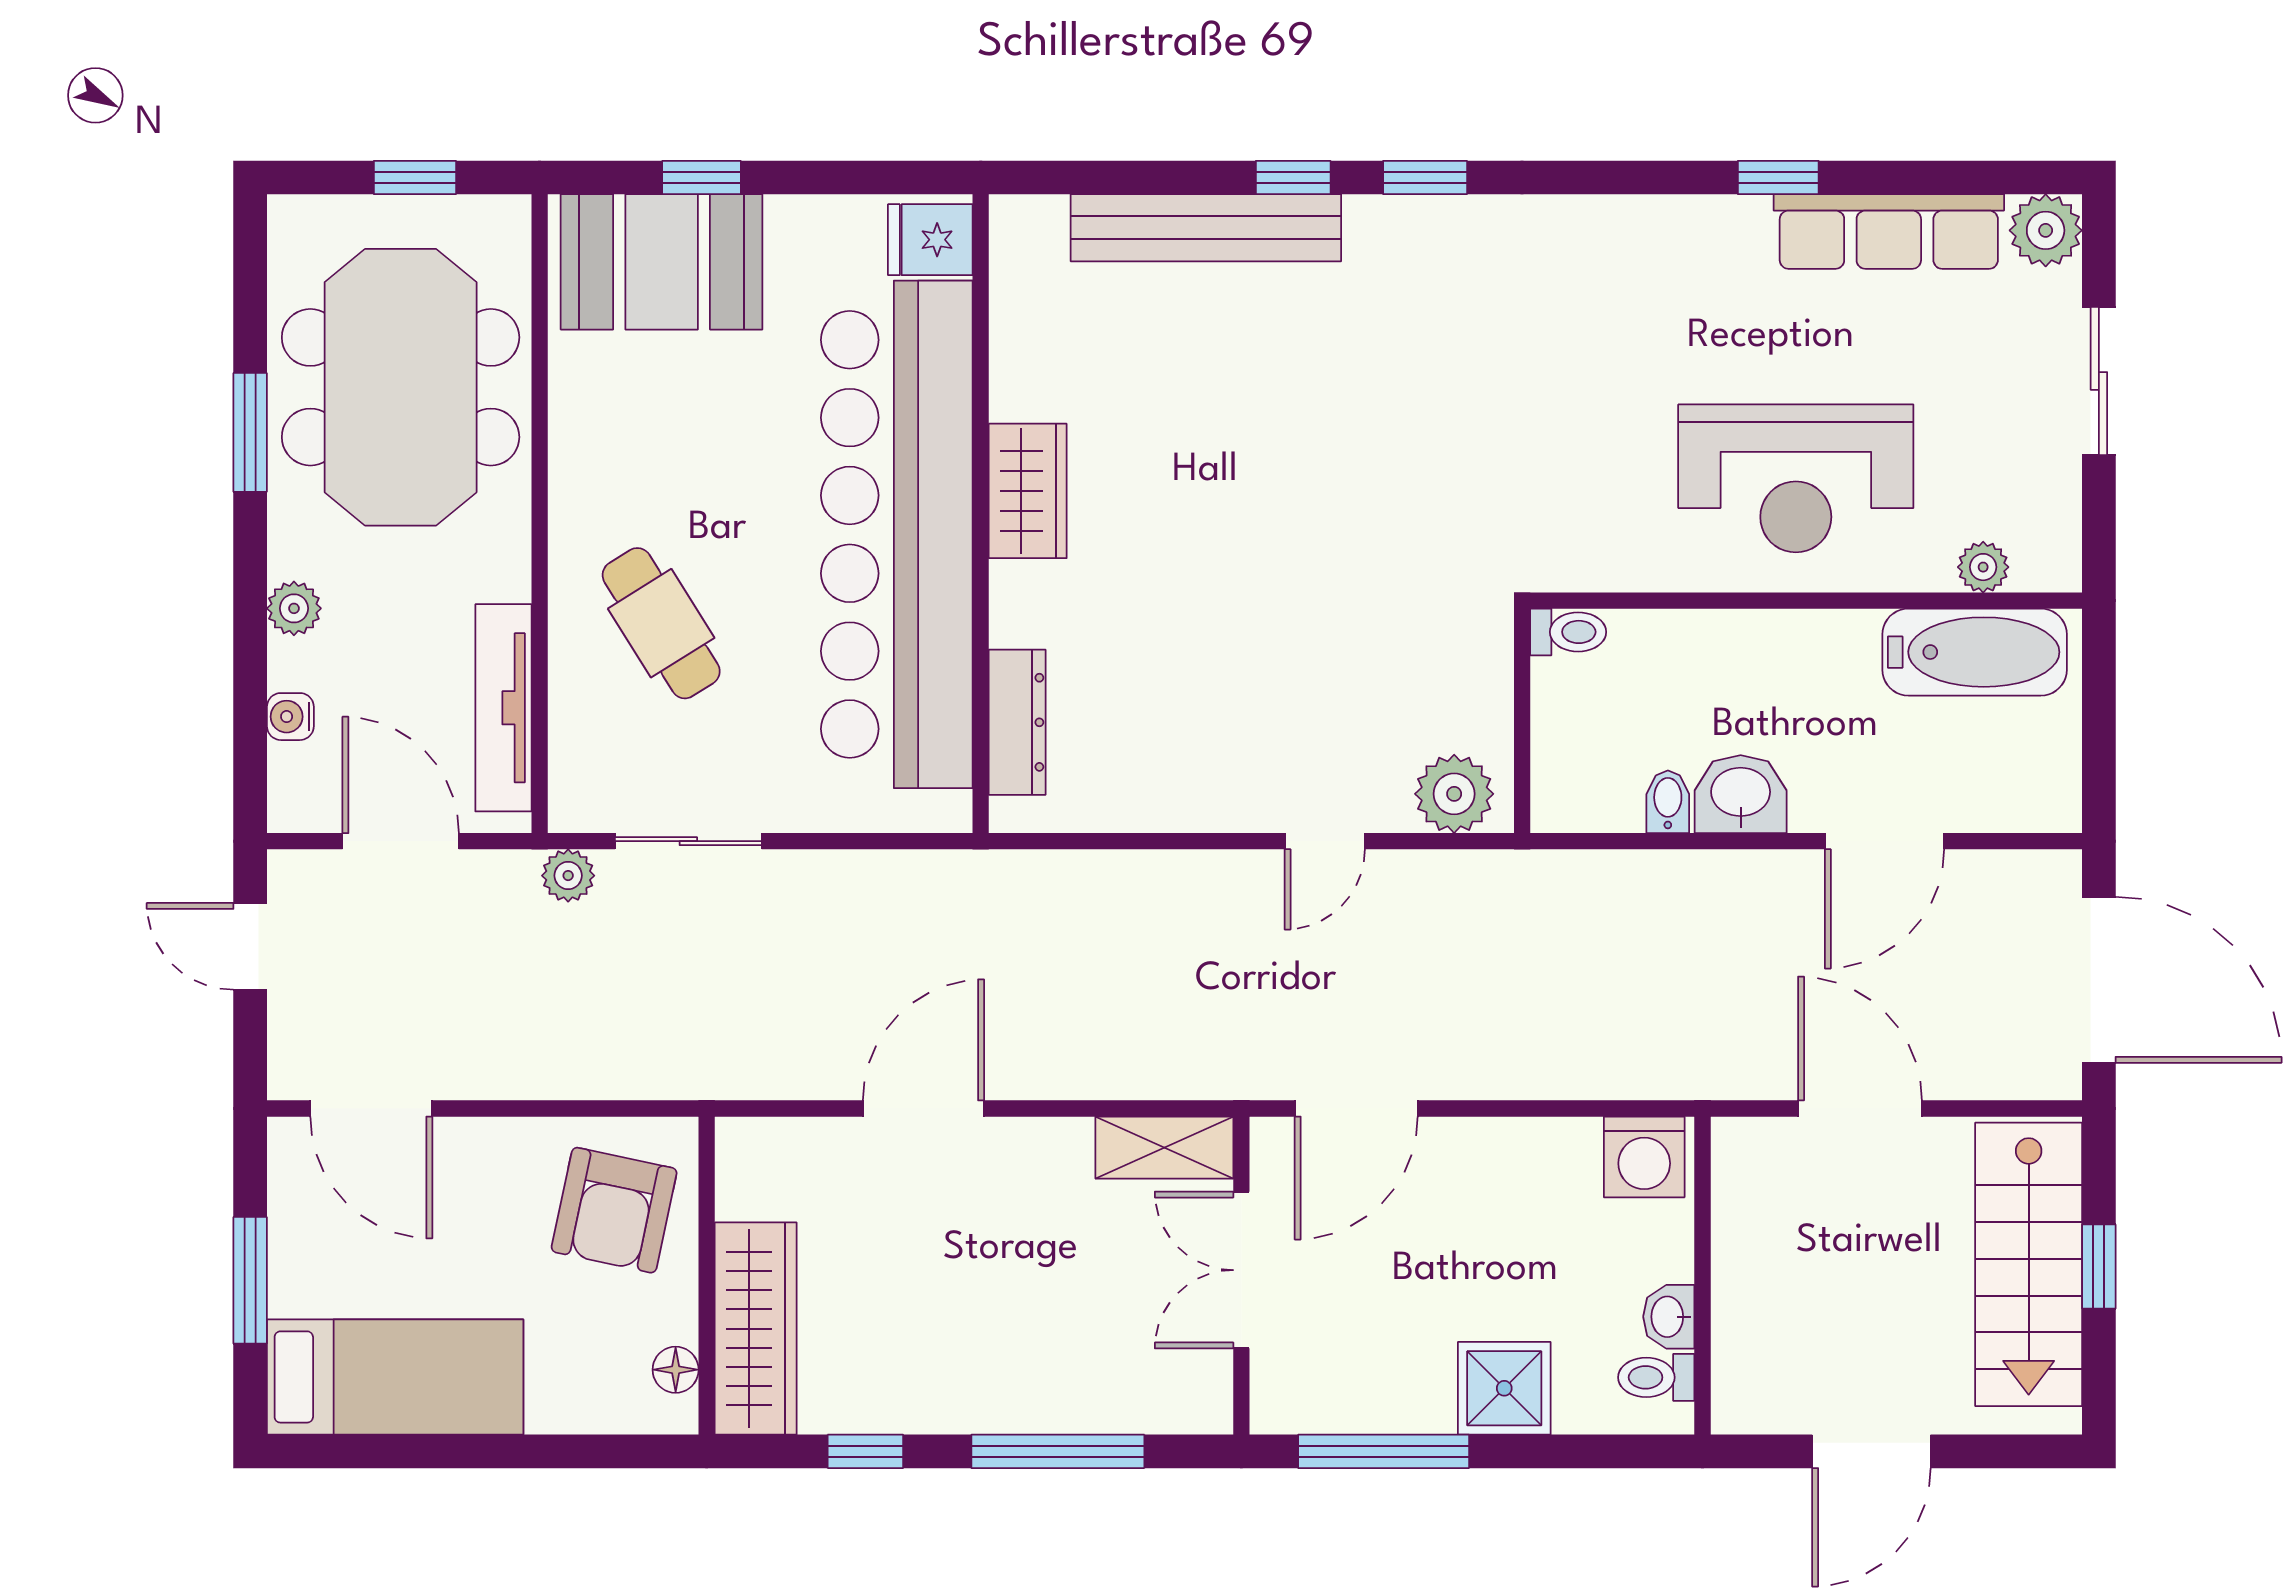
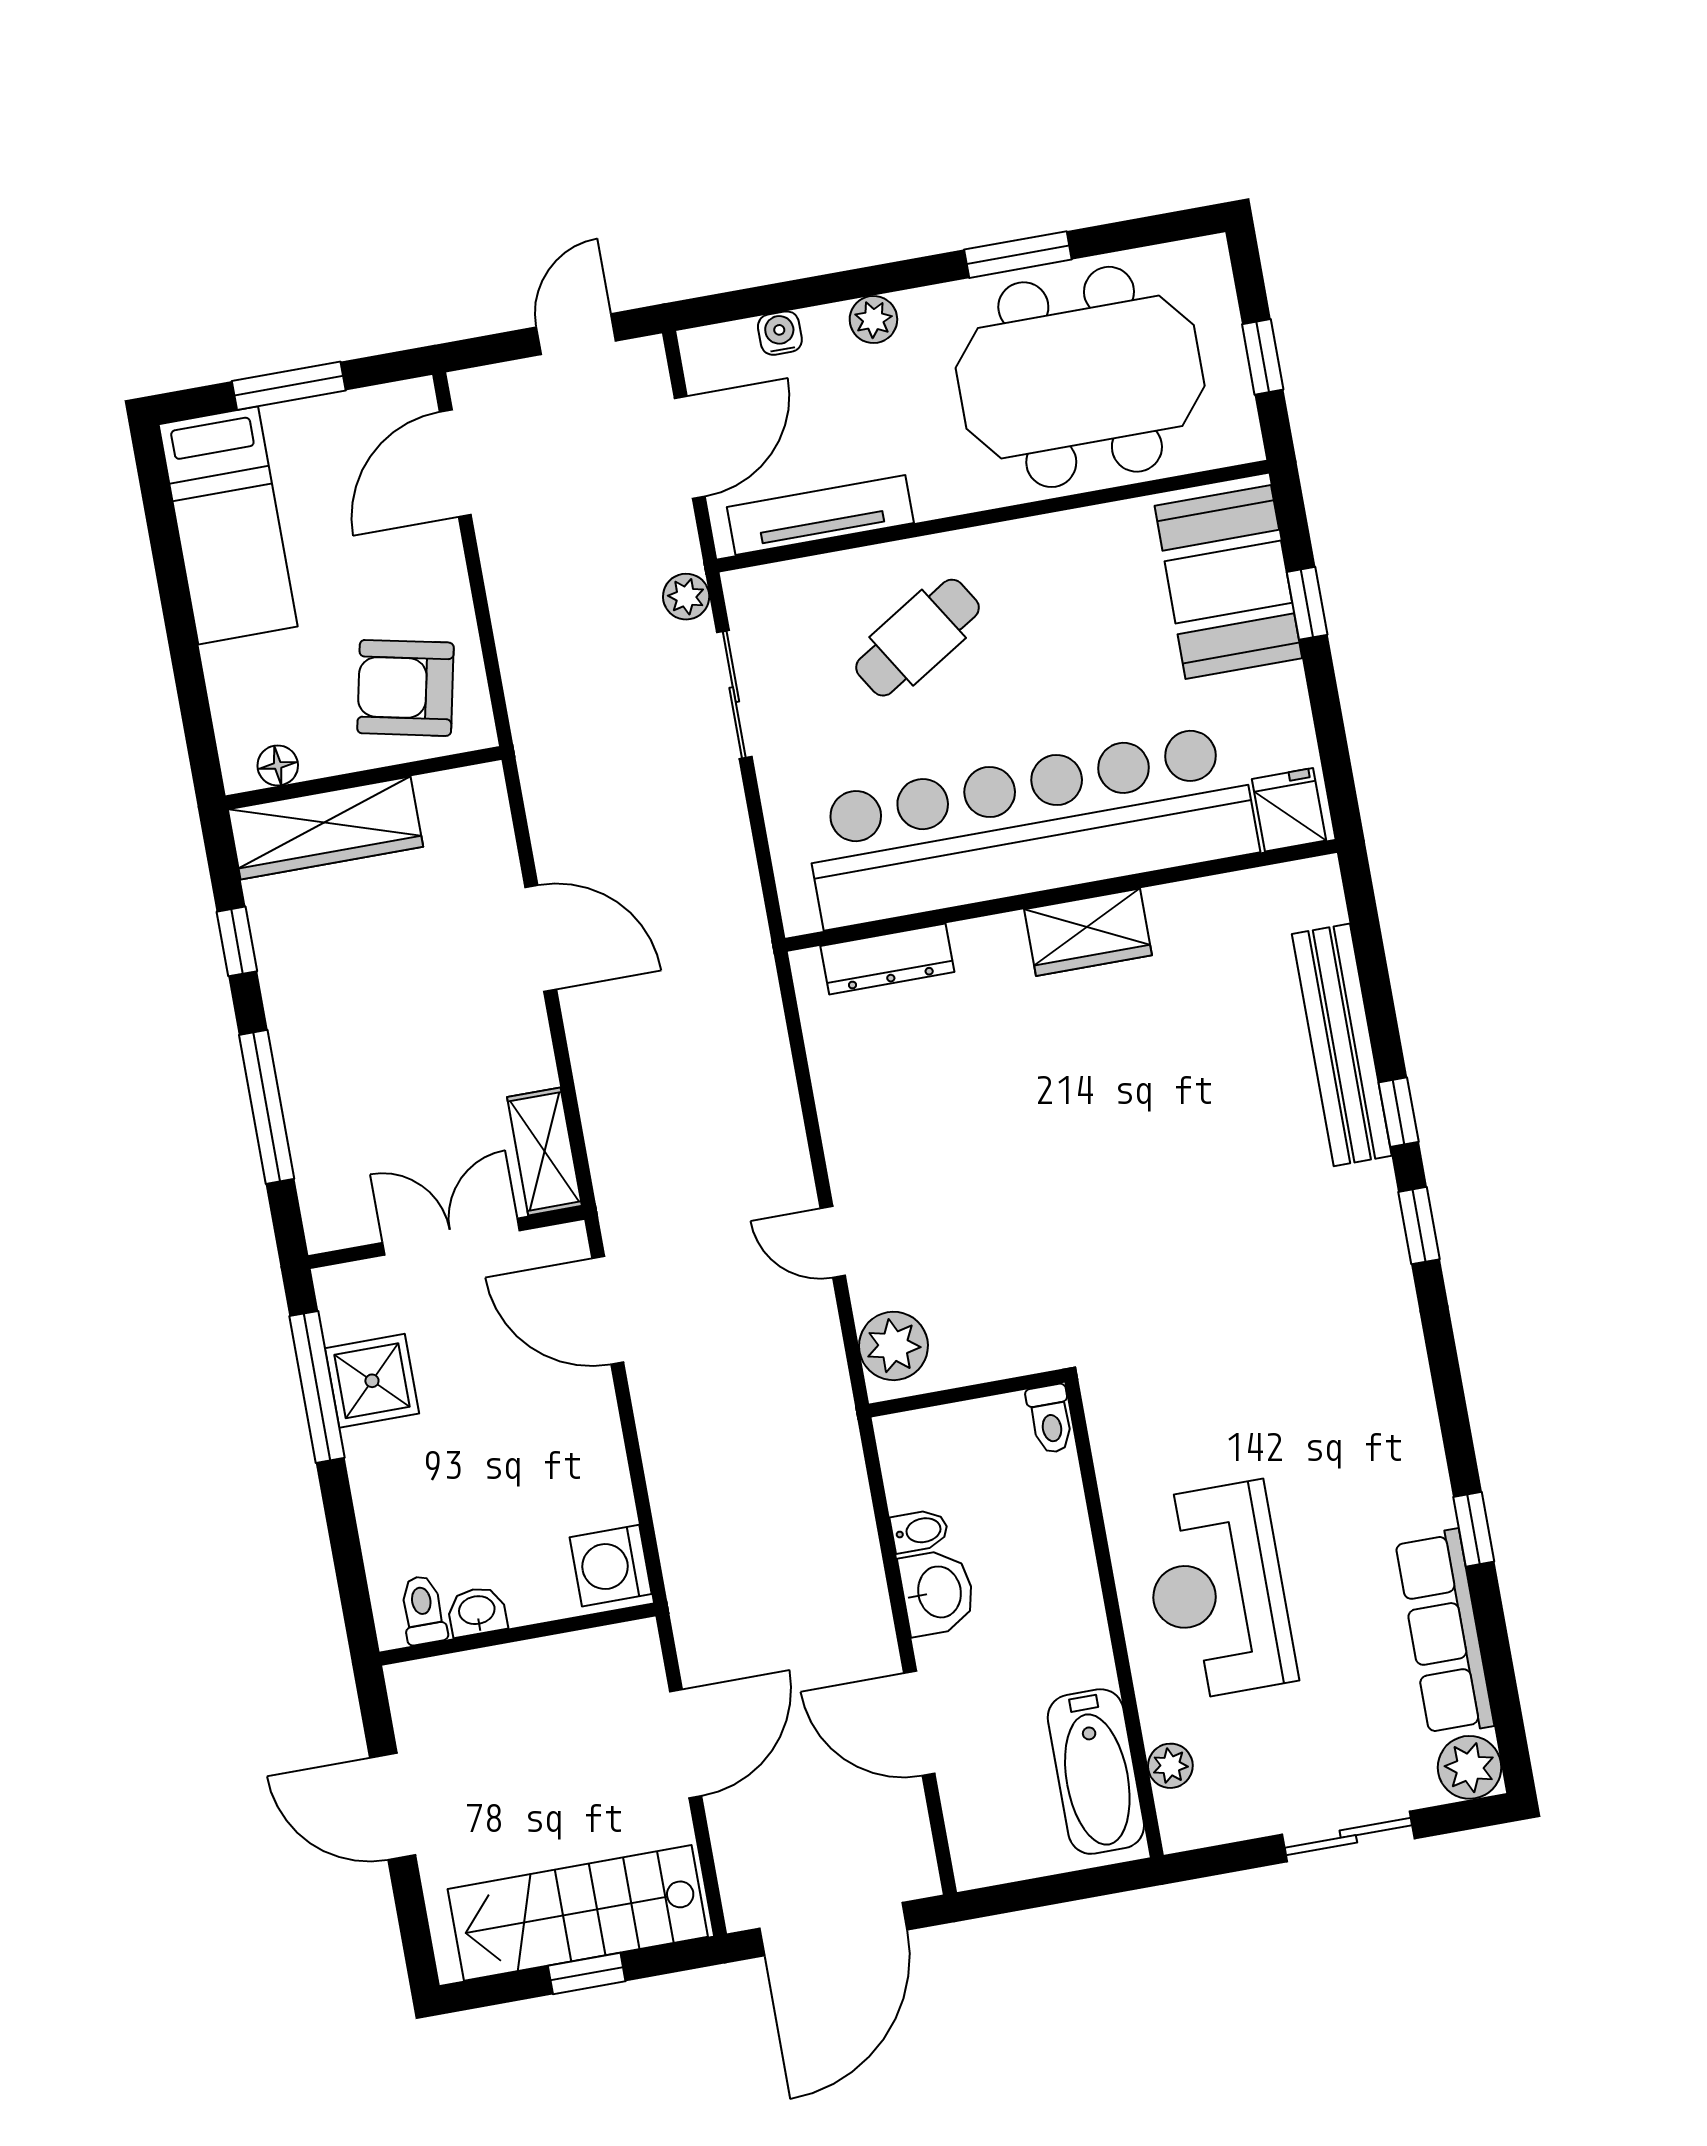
shower: (1504, 1388) -> (372, 1381), moved

